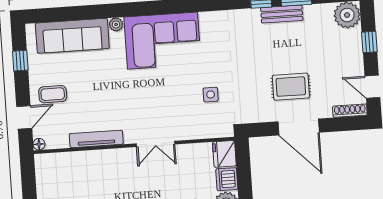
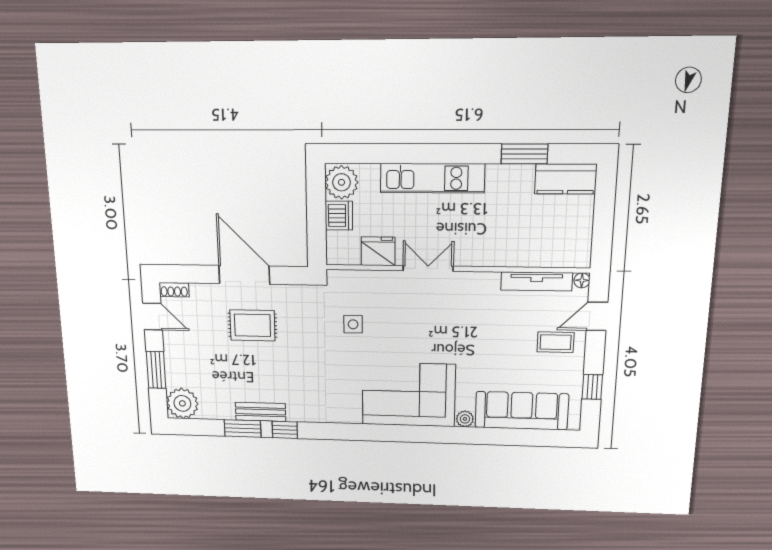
window: (369, 42) -> (156, 370), width x1.50
shoe rack: (350, 111) -> (174, 290), width x0.70
tv unit: (96, 139) -> (537, 281), moved
fridge: (224, 154) -> (378, 251), moved, turned -90

